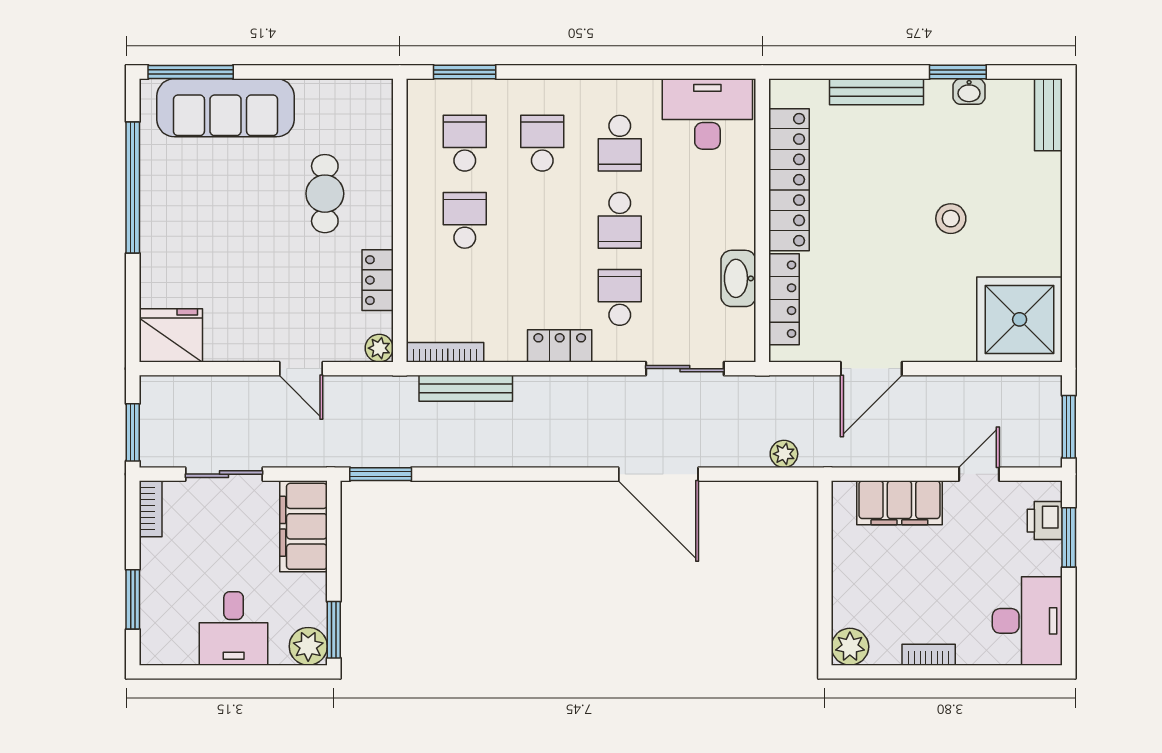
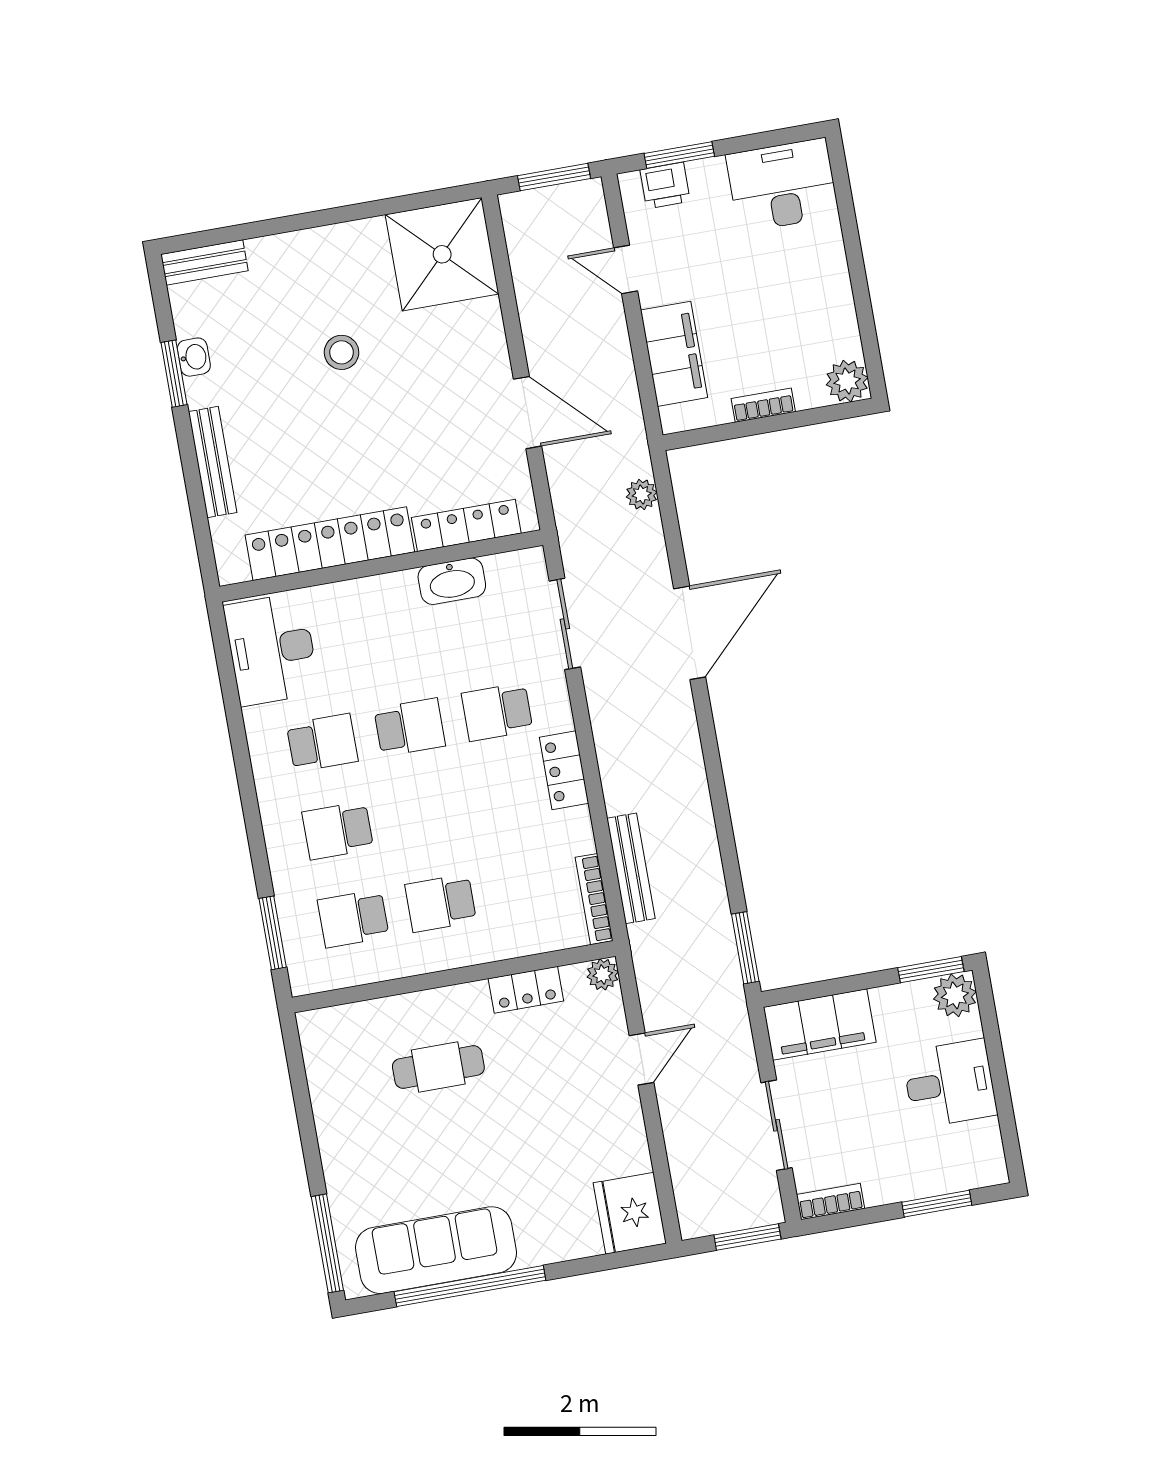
sofa: (226, 108) -> (436, 1250), moved, turned -90
bookcase: (929, 655) -> (763, 405), moved, turned 90

